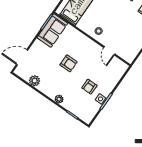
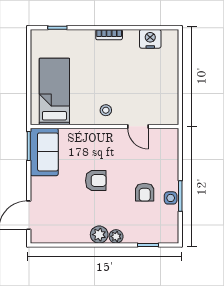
plant: (35, 81) -> (99, 235), moved

